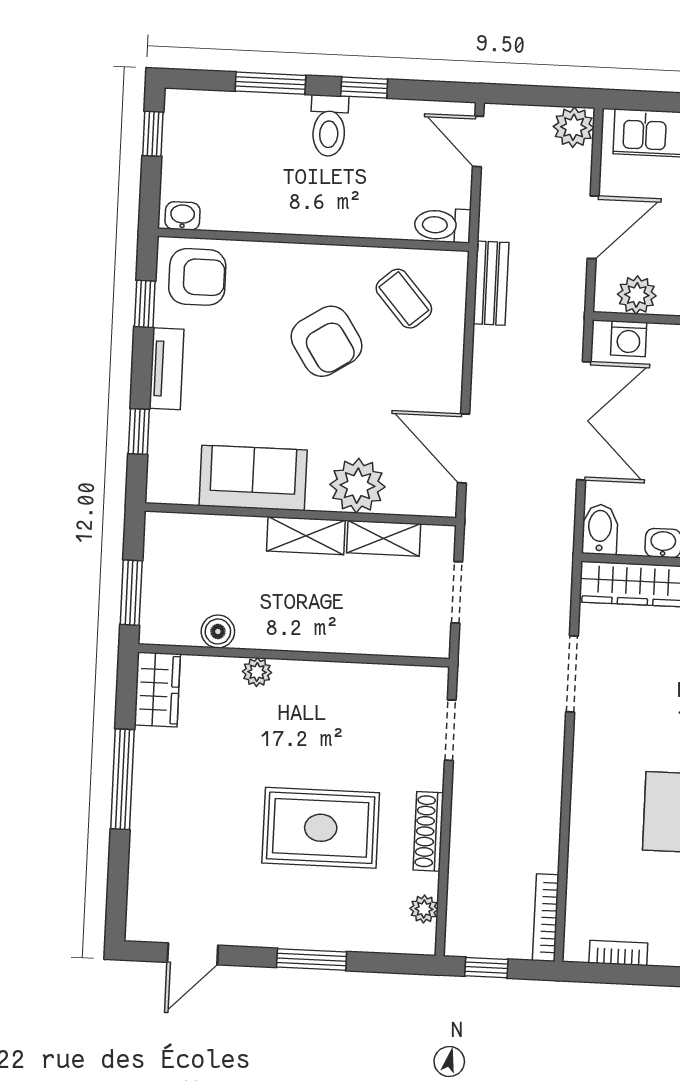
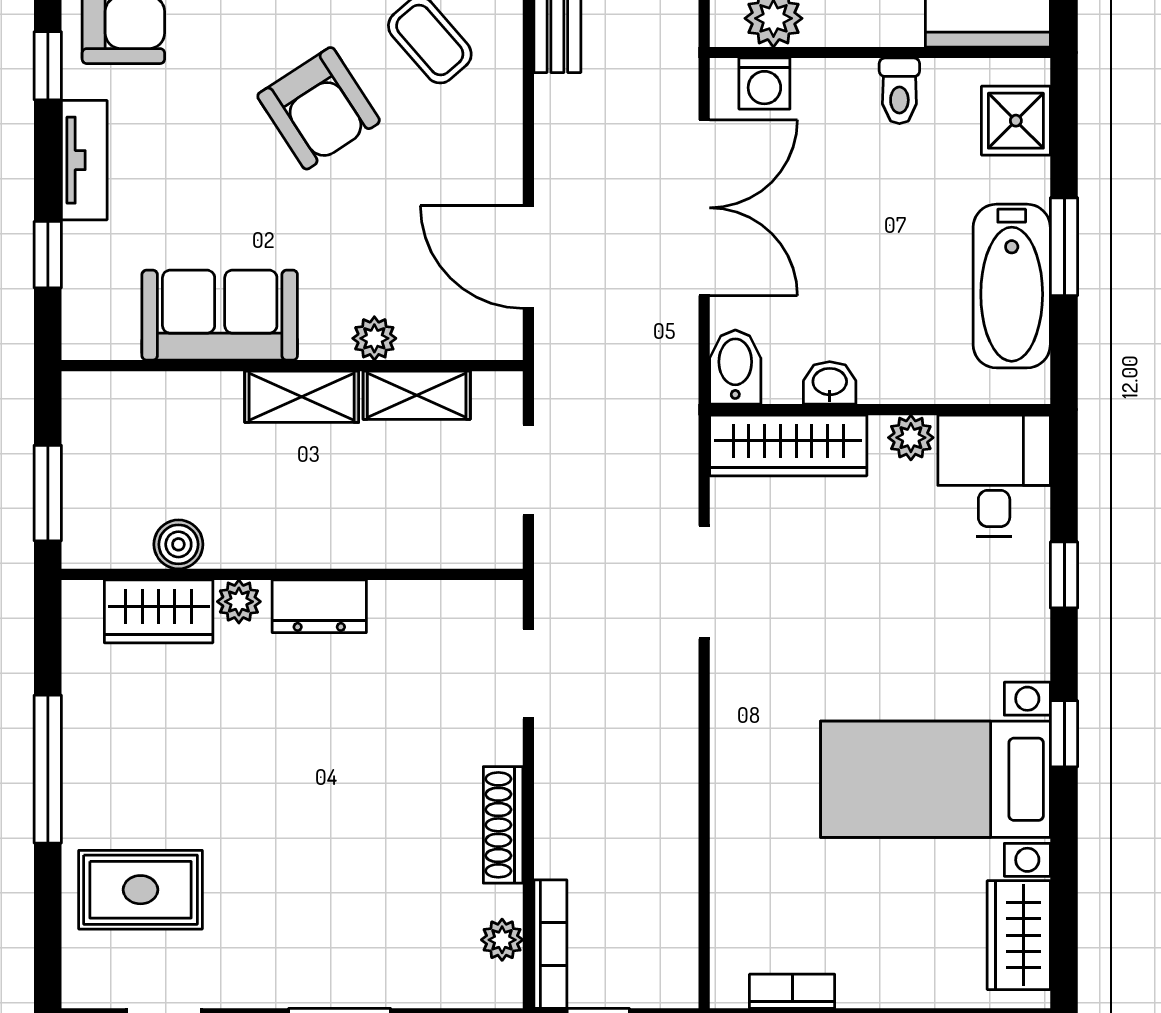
plant: (357, 486) -> (374, 338), width x0.53, depth x0.53
dresser: (311, 678) -> (319, 606), added
wardrobe: (157, 689) -> (159, 611), moved, turned 90
rug: (321, 828) -> (140, 890), moved, width x0.73, depth x0.70
bookcase: (546, 918) -> (550, 944), moved, turned 180

